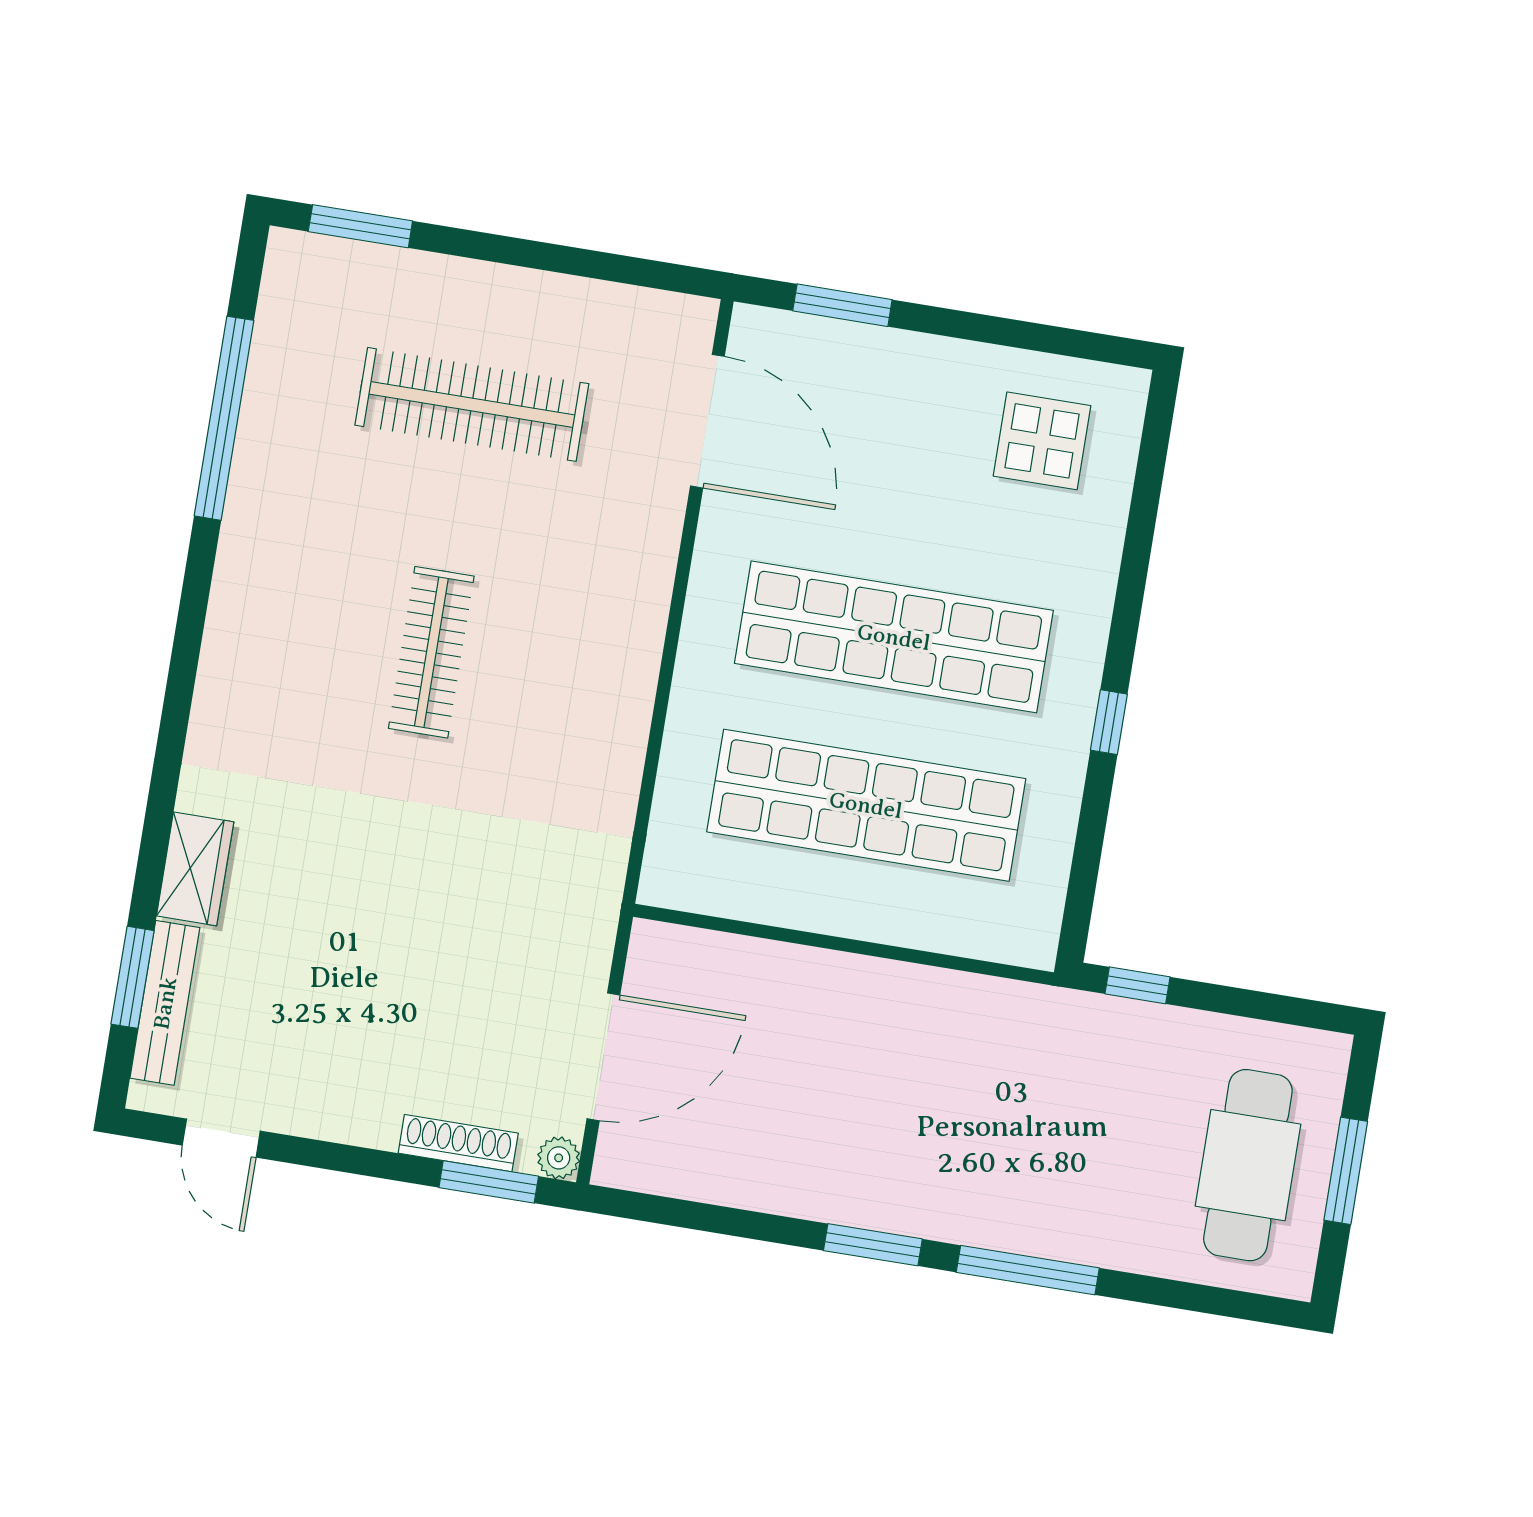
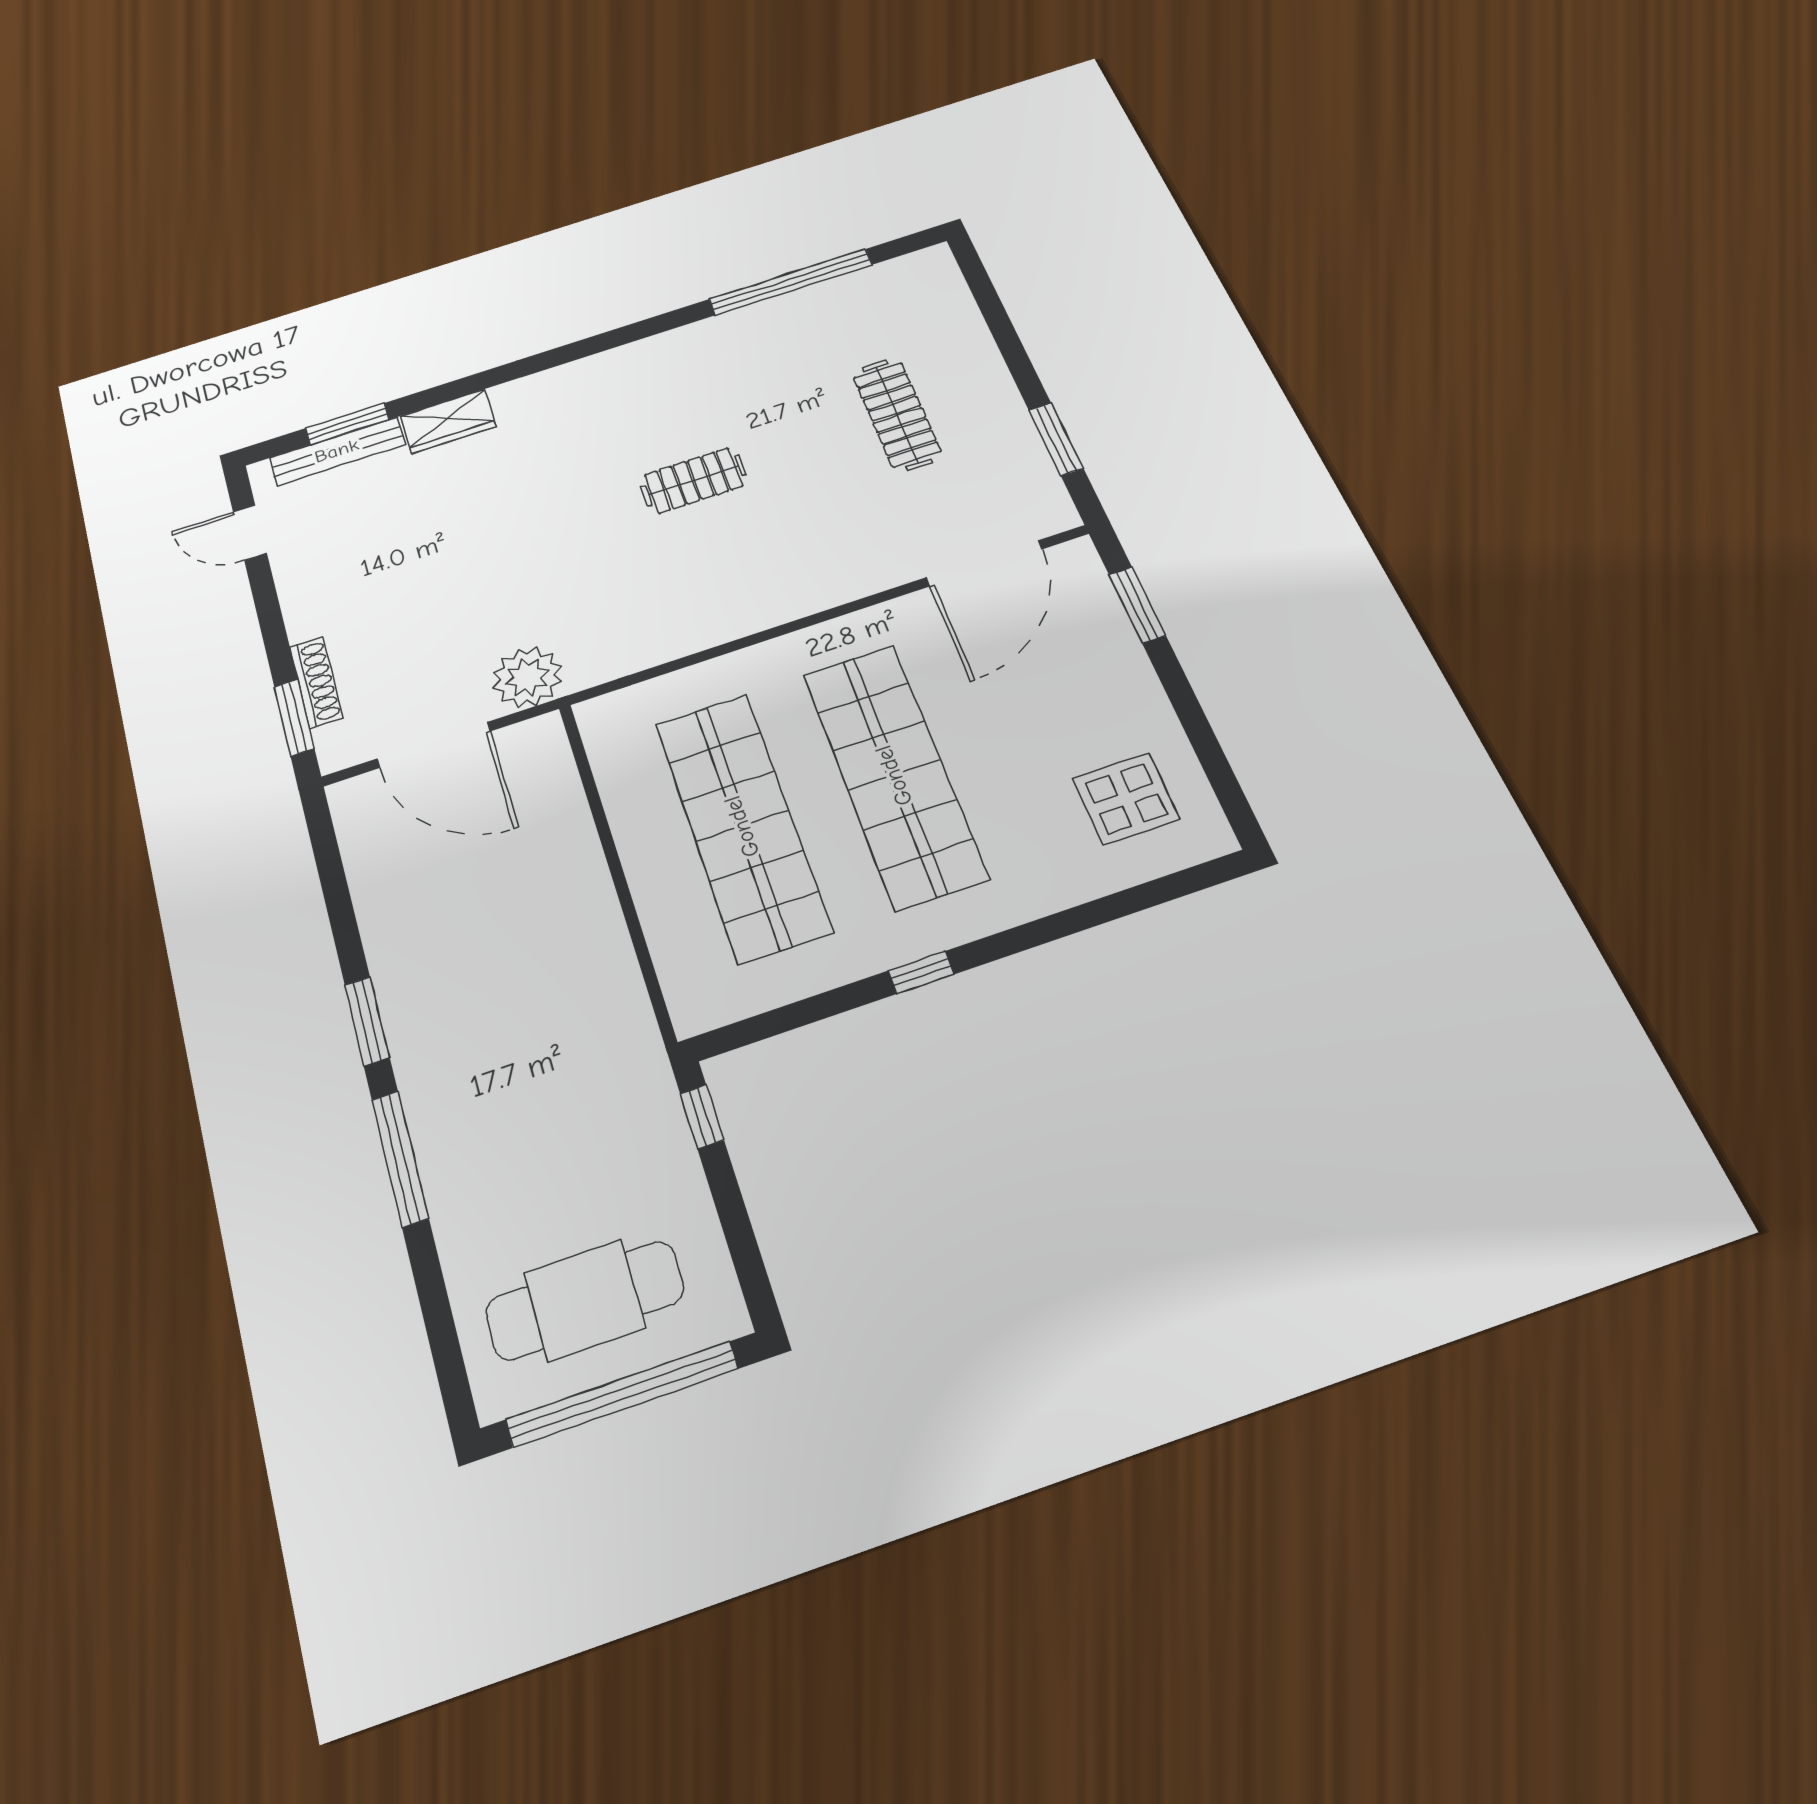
window: (360, 226) -> (1056, 439), moved
clothes rail: (472, 404) -> (897, 414), width x0.73, depth x0.76
clothes rail: (431, 652) -> (694, 480), width x0.73
door: (221, 1138) -> (250, 533), hinge flipped
plant: (559, 1158) -> (527, 677), moved, width x1.88, depth x1.88
window: (1346, 1171) -> (622, 1394), width x2.11

